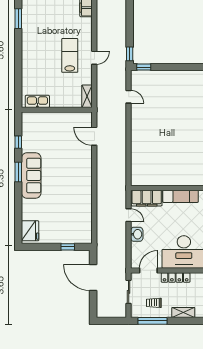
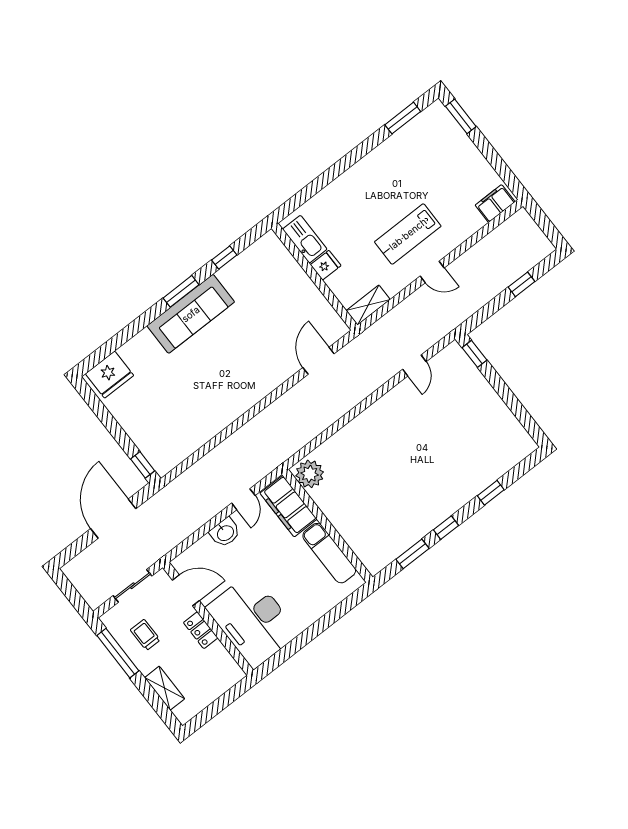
window: (130, 54) -> (522, 284), moved
lab bench: (70, 55) -> (408, 234), turned 180
fridge: (56, 101) -> (326, 265), added
plant: (140, 178) -> (310, 474), added
window: (68, 247) -> (143, 465), moved
locker: (176, 278) -> (201, 630), width x0.66

